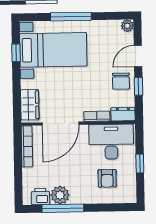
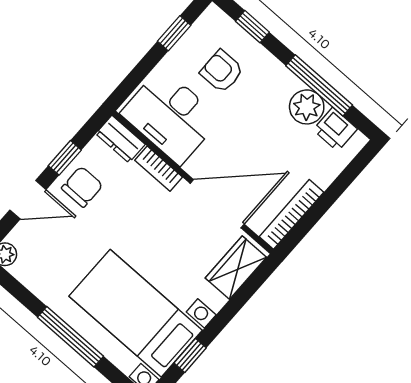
window: (140, 163) -> (174, 33), moved
armchair: (107, 178) -> (222, 71), turned -90
window: (111, 207) -> (252, 27), added

